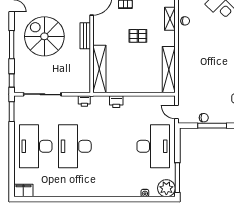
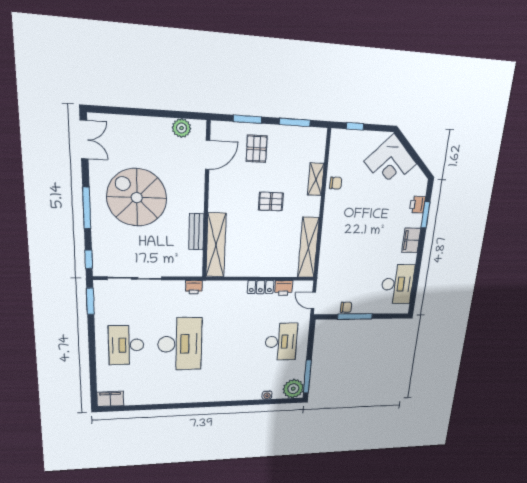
bench: (85, 36) -> (196, 232), moved
locker: (134, 101) -> (261, 287), added
printer: (116, 102) -> (284, 288), moved
desk: (36, 146) -> (126, 345), width x0.73, depth x0.77
desk: (75, 146) -> (180, 344), turned 180
desk: (153, 146) -> (281, 342), width x0.73, depth x0.77

